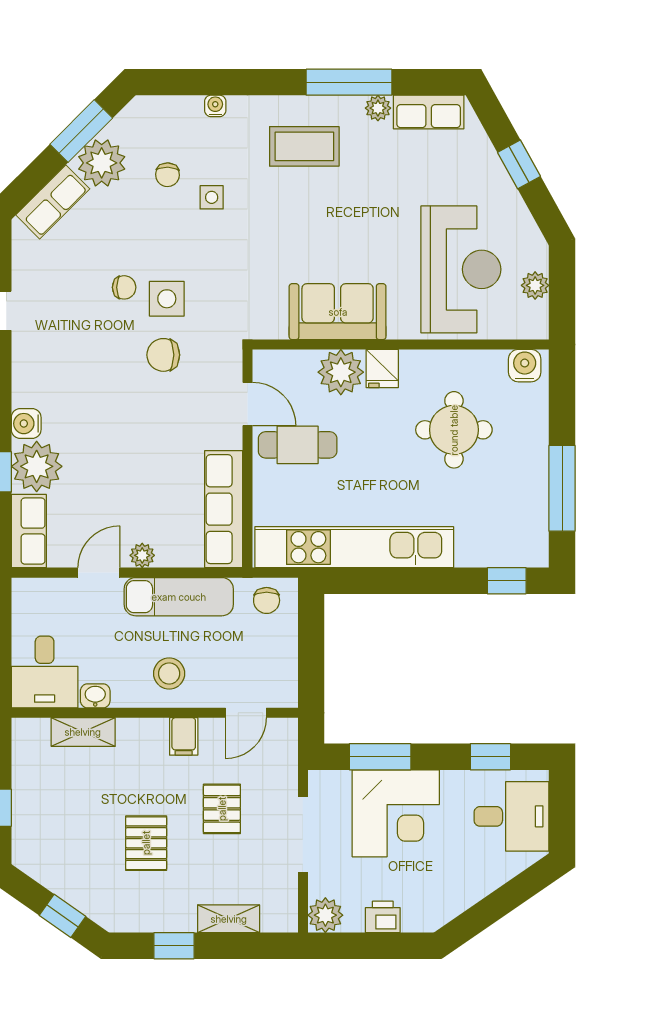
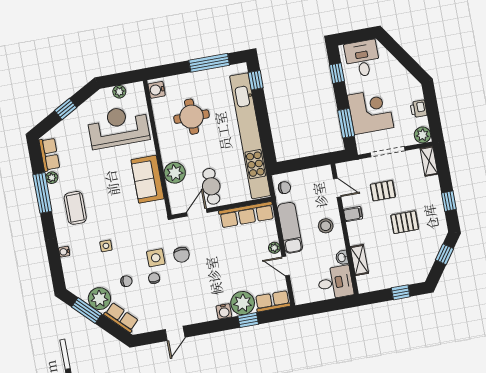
chair: (168, 175) -> (126, 281), moved
fridge: (382, 369) -> (170, 154), removed
kitchen unit: (354, 547) -> (250, 136), width x1.36
shelving: (229, 919) -> (429, 161), moved

